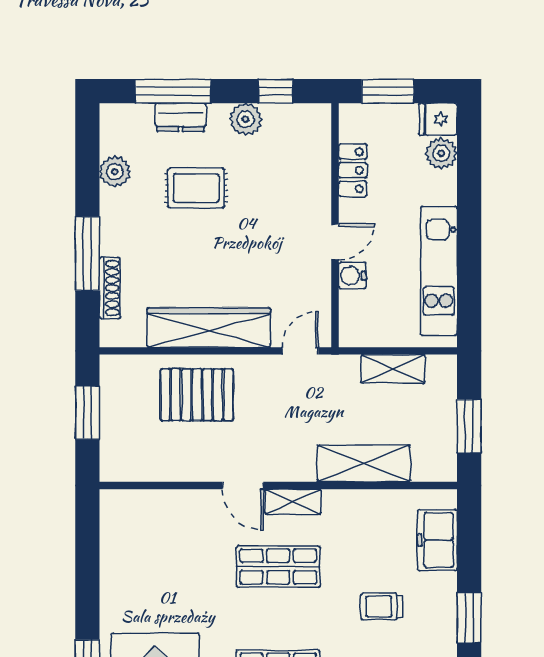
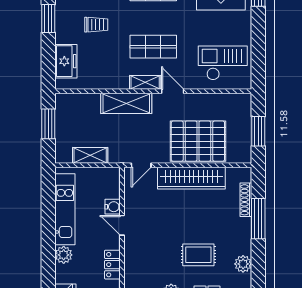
plant: (441, 153) -> (64, 255), moved
door: (335, 242) -> (122, 225), hinge flipped
pallet: (197, 395) -> (198, 141), width x1.37, depth x1.41
shelving: (364, 463) -> (126, 103), moved
checkout: (152, 537) -> (223, 63), added

